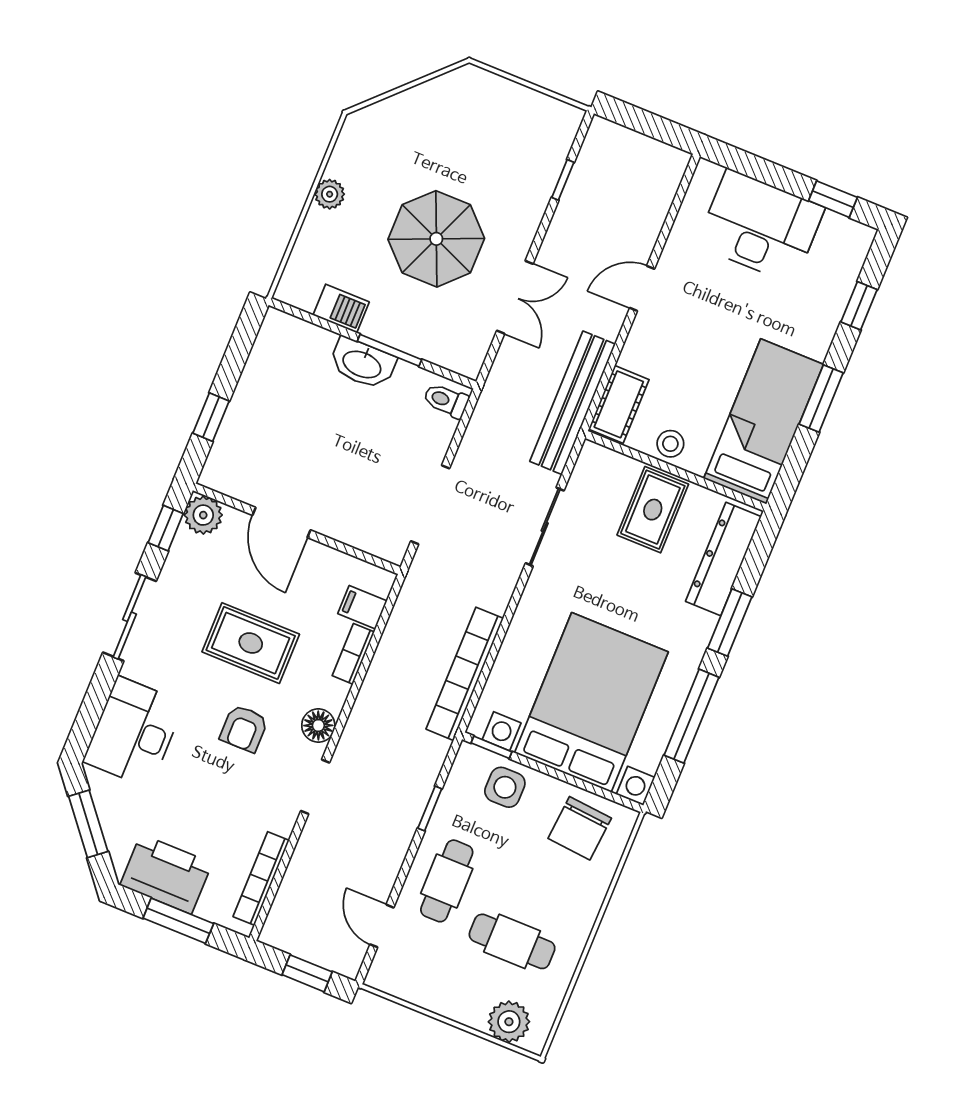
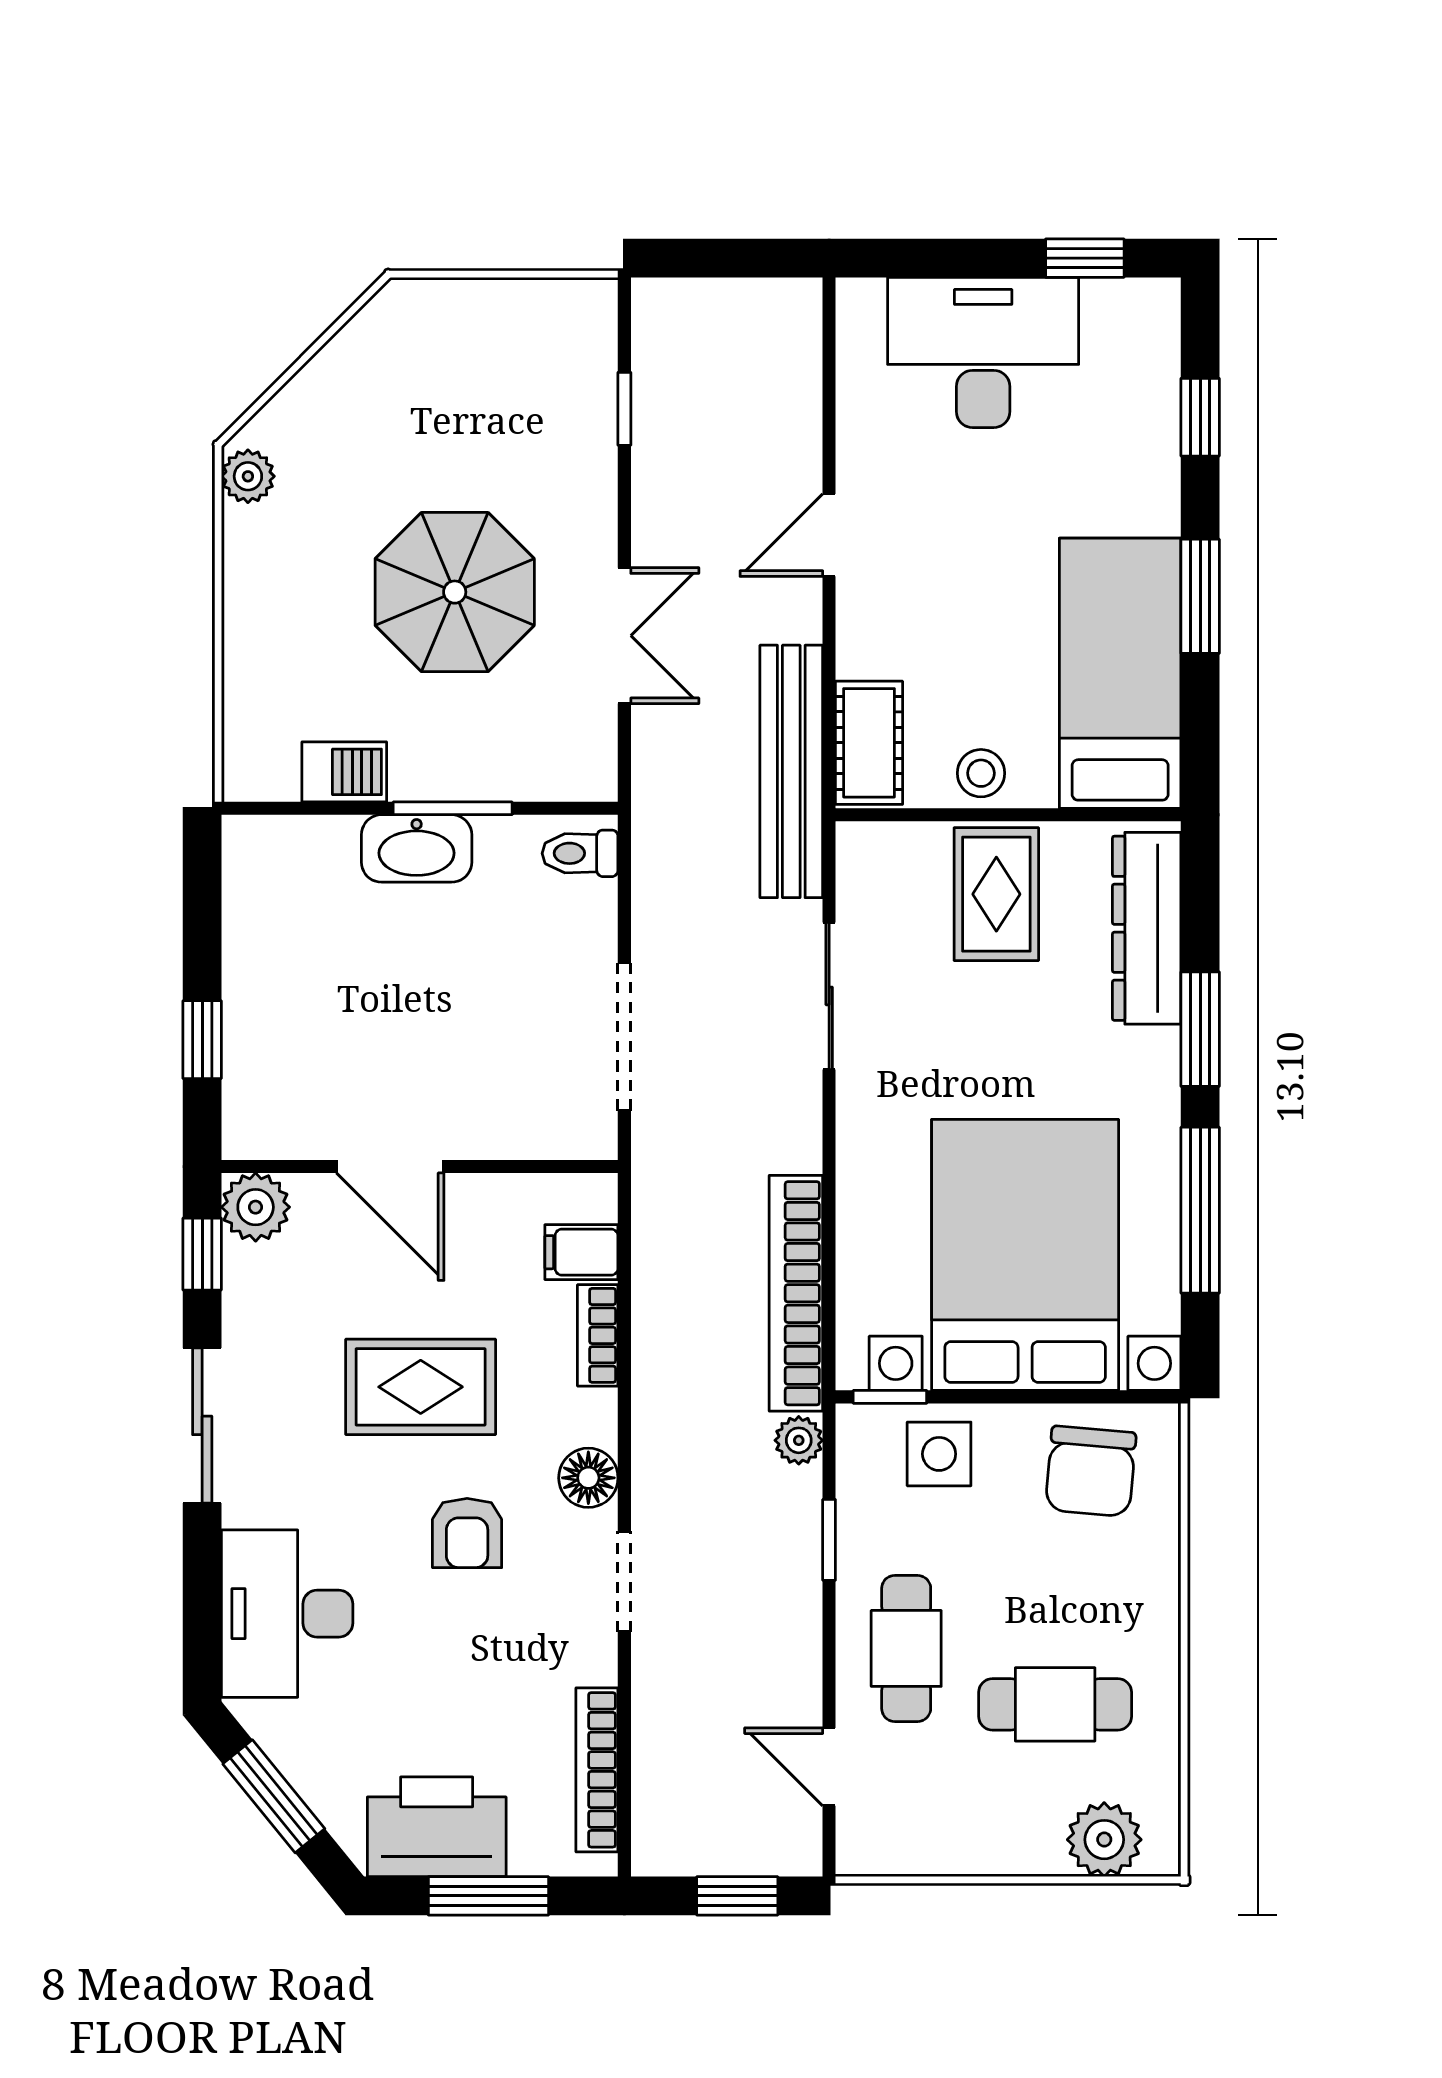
plant: (330, 194) -> (248, 476), moved
plant: (435, 751) -> (799, 1440), added

